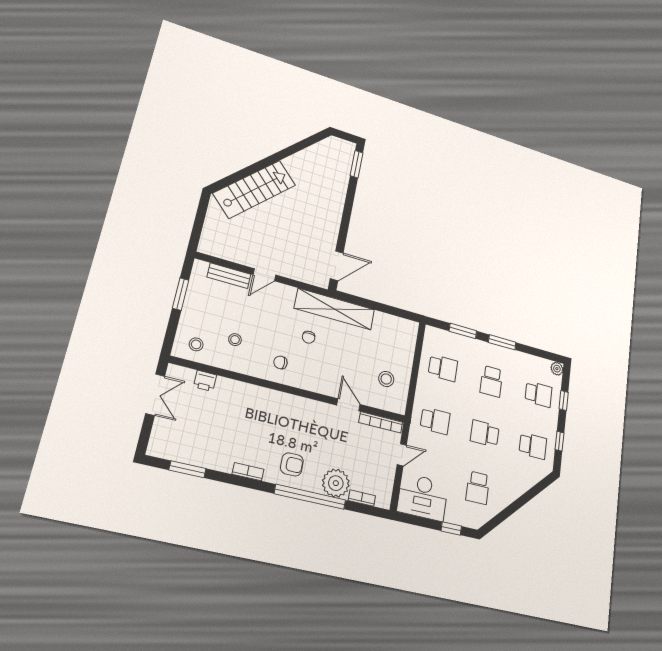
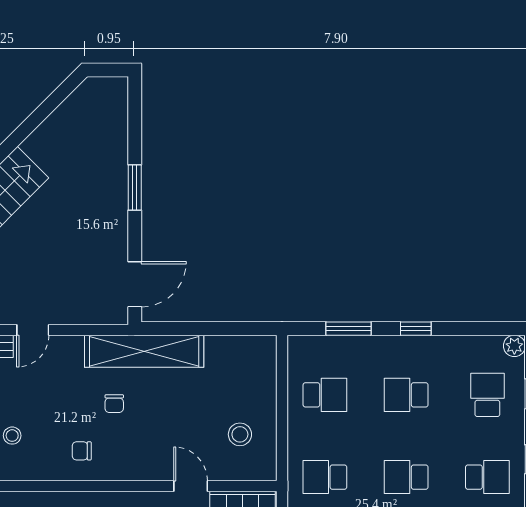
window: (357, 164) -> (135, 188), moved
window: (502, 342) -> (416, 329), width x0.67
school desk: (491, 381) -> (406, 395), turned 90
school desk: (539, 394) -> (487, 395), turned -90
school desk: (435, 421) -> (325, 477), turned 180

